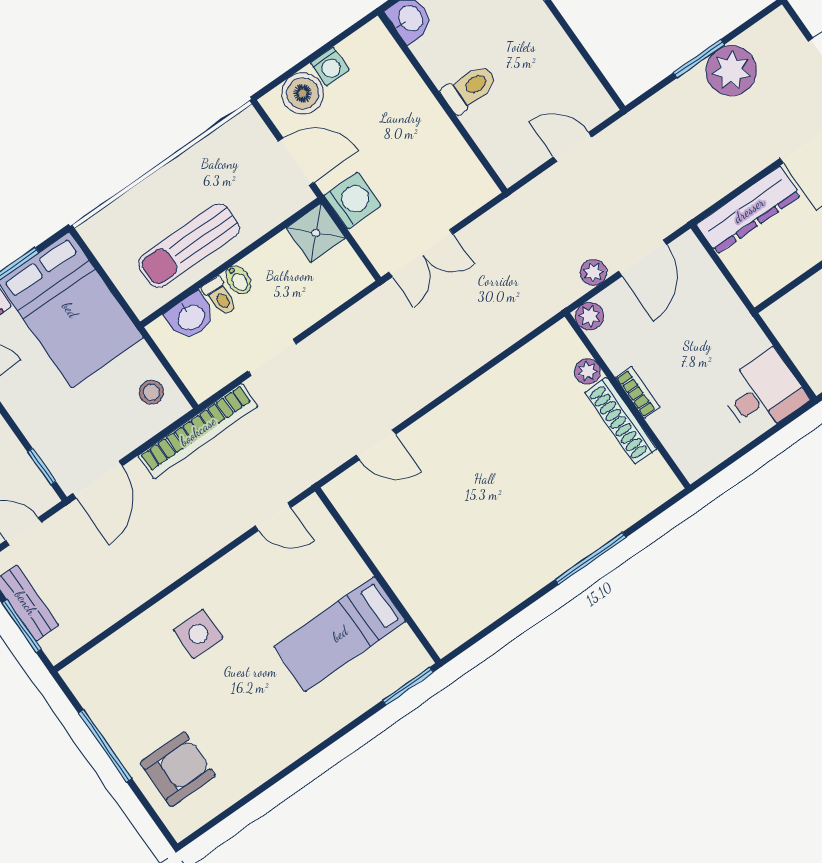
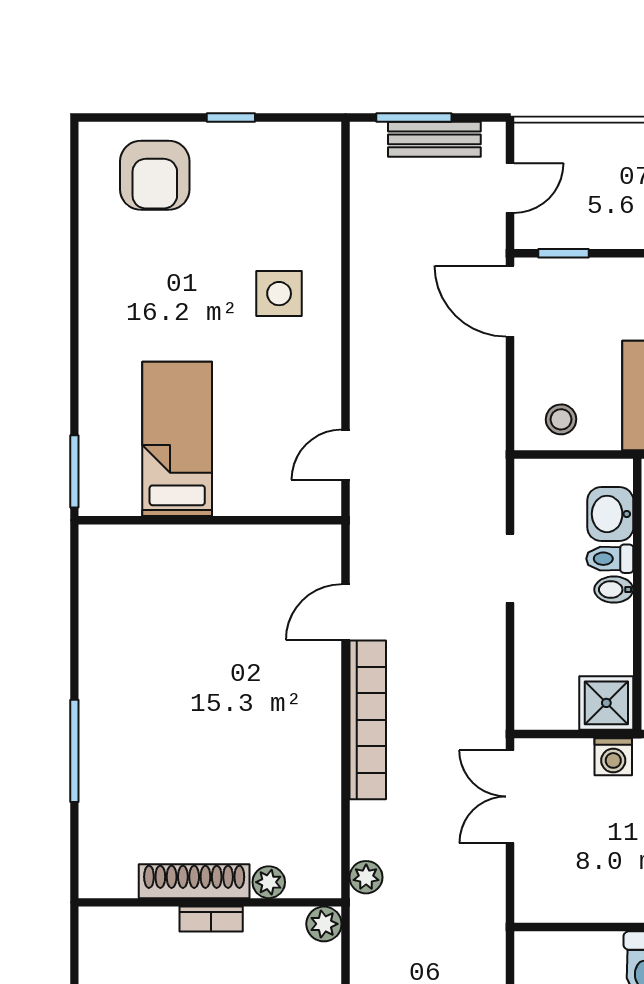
washing machine: (352, 201) -> (613, 757), width x0.73, depth x0.73
plant: (593, 272) -> (366, 877), moved
bookcase: (198, 431) -> (368, 720), moved, turned 180
window: (105, 746) -> (231, 118), width x0.46

